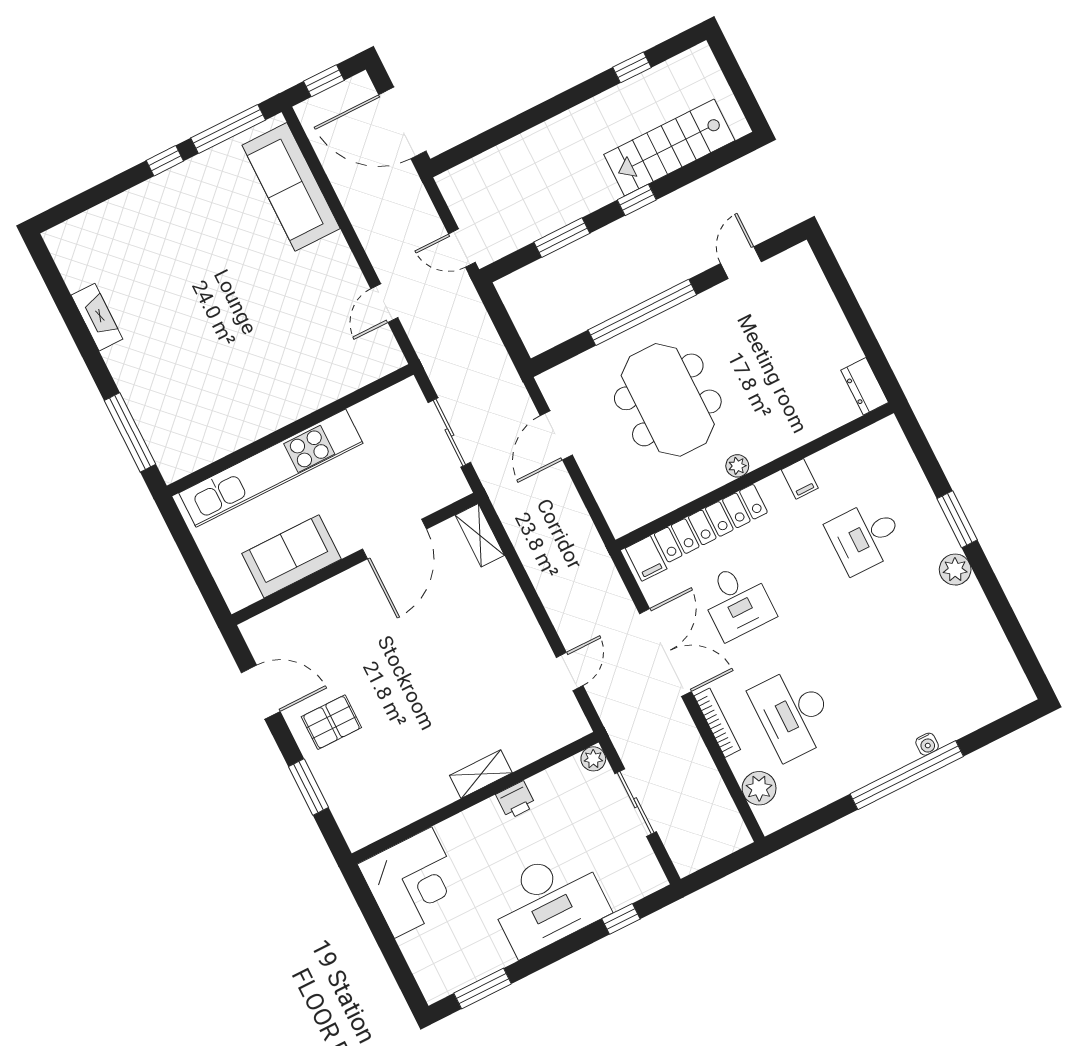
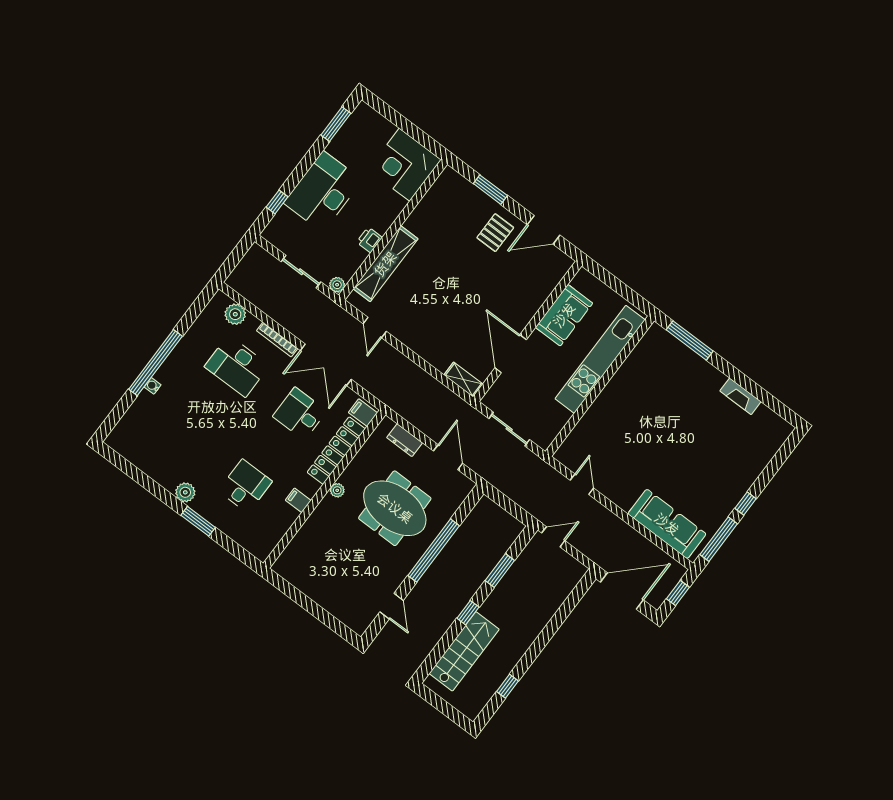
dresser: (865, 386) -> (405, 440), moved, turned 180
desk: (793, 713) -> (237, 366), turned 180
shelving: (481, 774) -> (385, 264), width x2.20, depth x1.33

